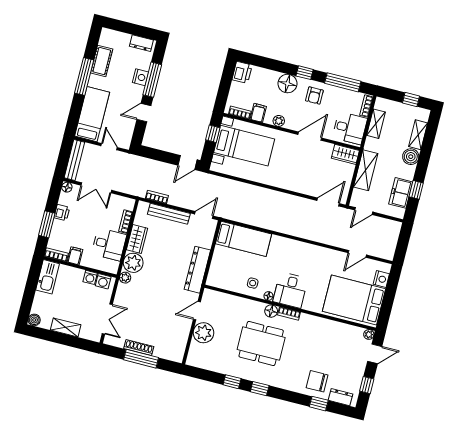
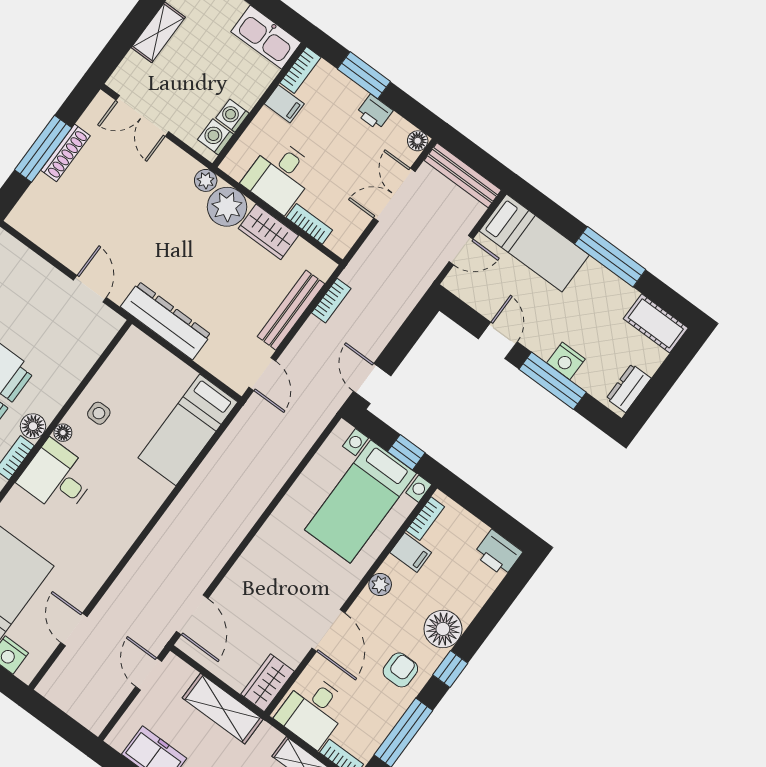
cot: (102, 61) -> (656, 323), moved
armchair: (314, 95) -> (400, 670), turned 90
plant: (203, 333) -> (44, 284), removed

